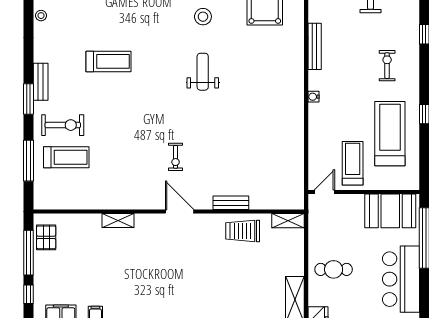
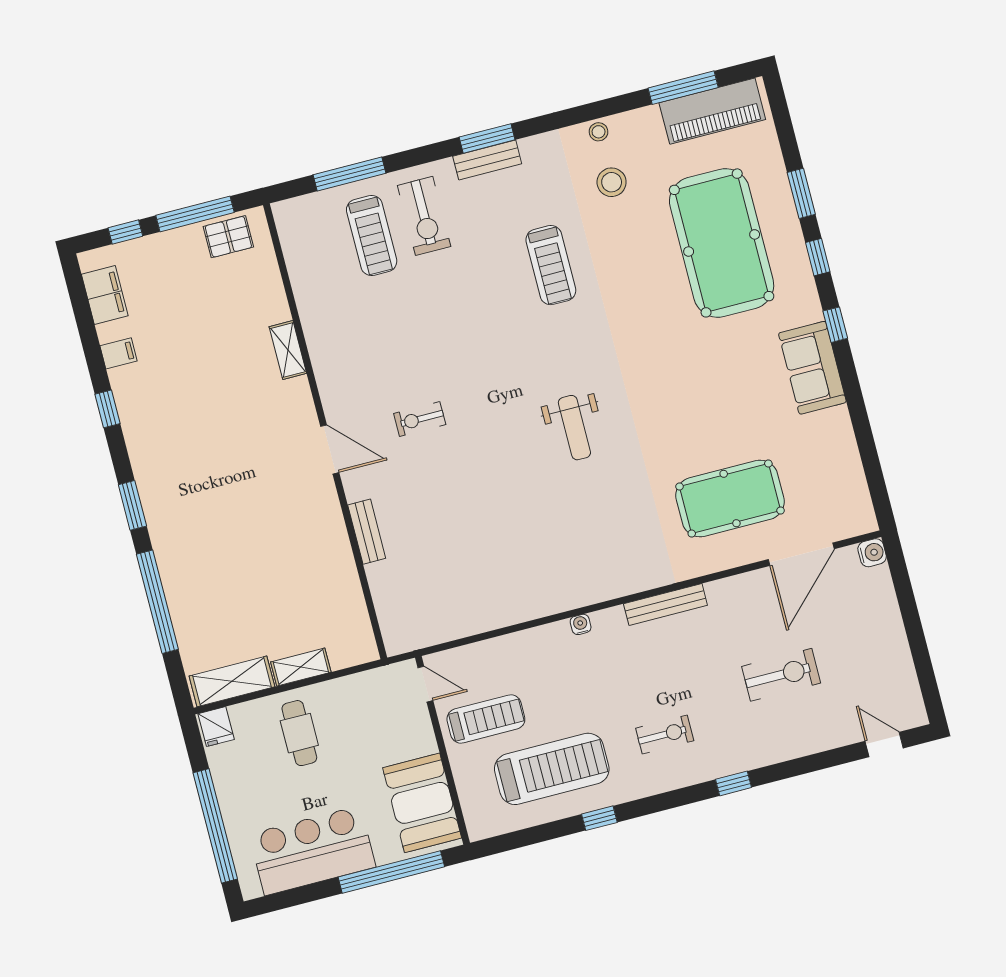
stool: (203, 17) -> (612, 182), moved
weight bench: (203, 72) -> (574, 428), turned 90
window: (29, 99) -> (487, 138), moved
door: (180, 211) -> (330, 449), hinge flipped
shelving: (288, 221) -> (301, 667), moved, turned 90
trolley: (243, 231) -> (324, 564), removed

